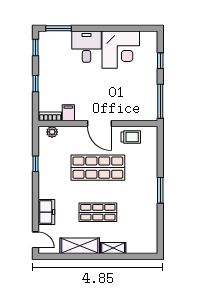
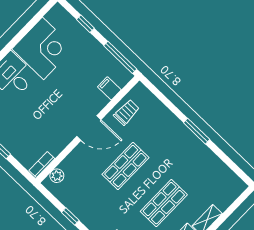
filing cabinet: (68, 113) -> (109, 88), moved
shop shelf: (98, 168) -> (125, 166), width x0.70, depth x0.74

